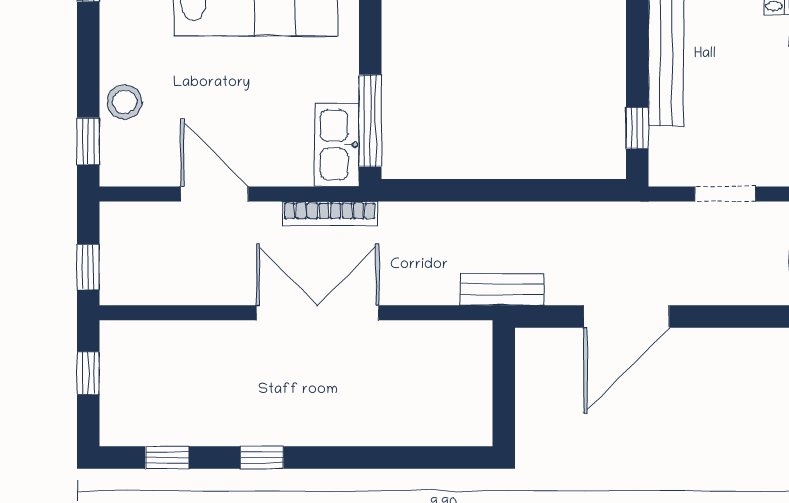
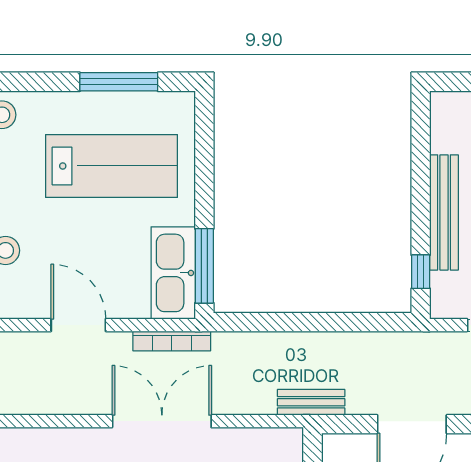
kitchen sink: (337, 145) -> (173, 273), width x1.36, depth x1.24

